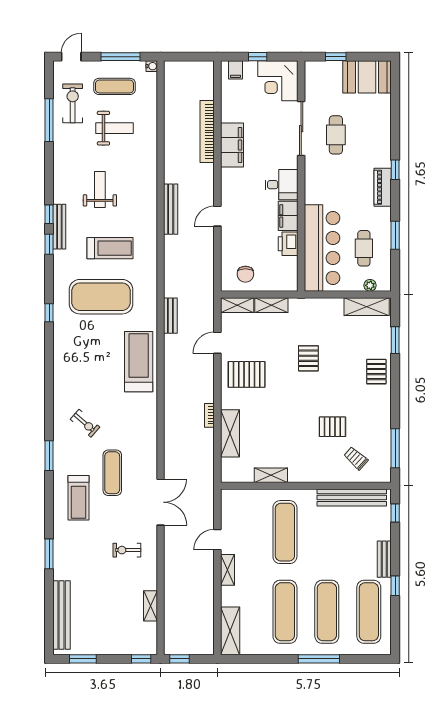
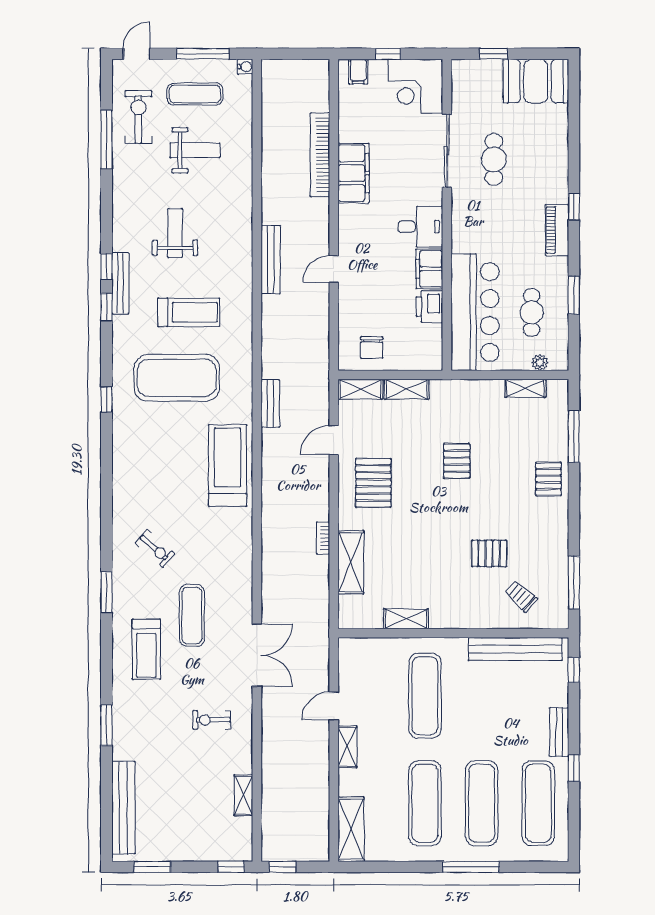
shelving: (367, 307) -> (525, 388), width x0.67, depth x0.75
window: (395, 340) -> (574, 437), width x1.44
pallet: (247, 374) -> (373, 483), turned 90

